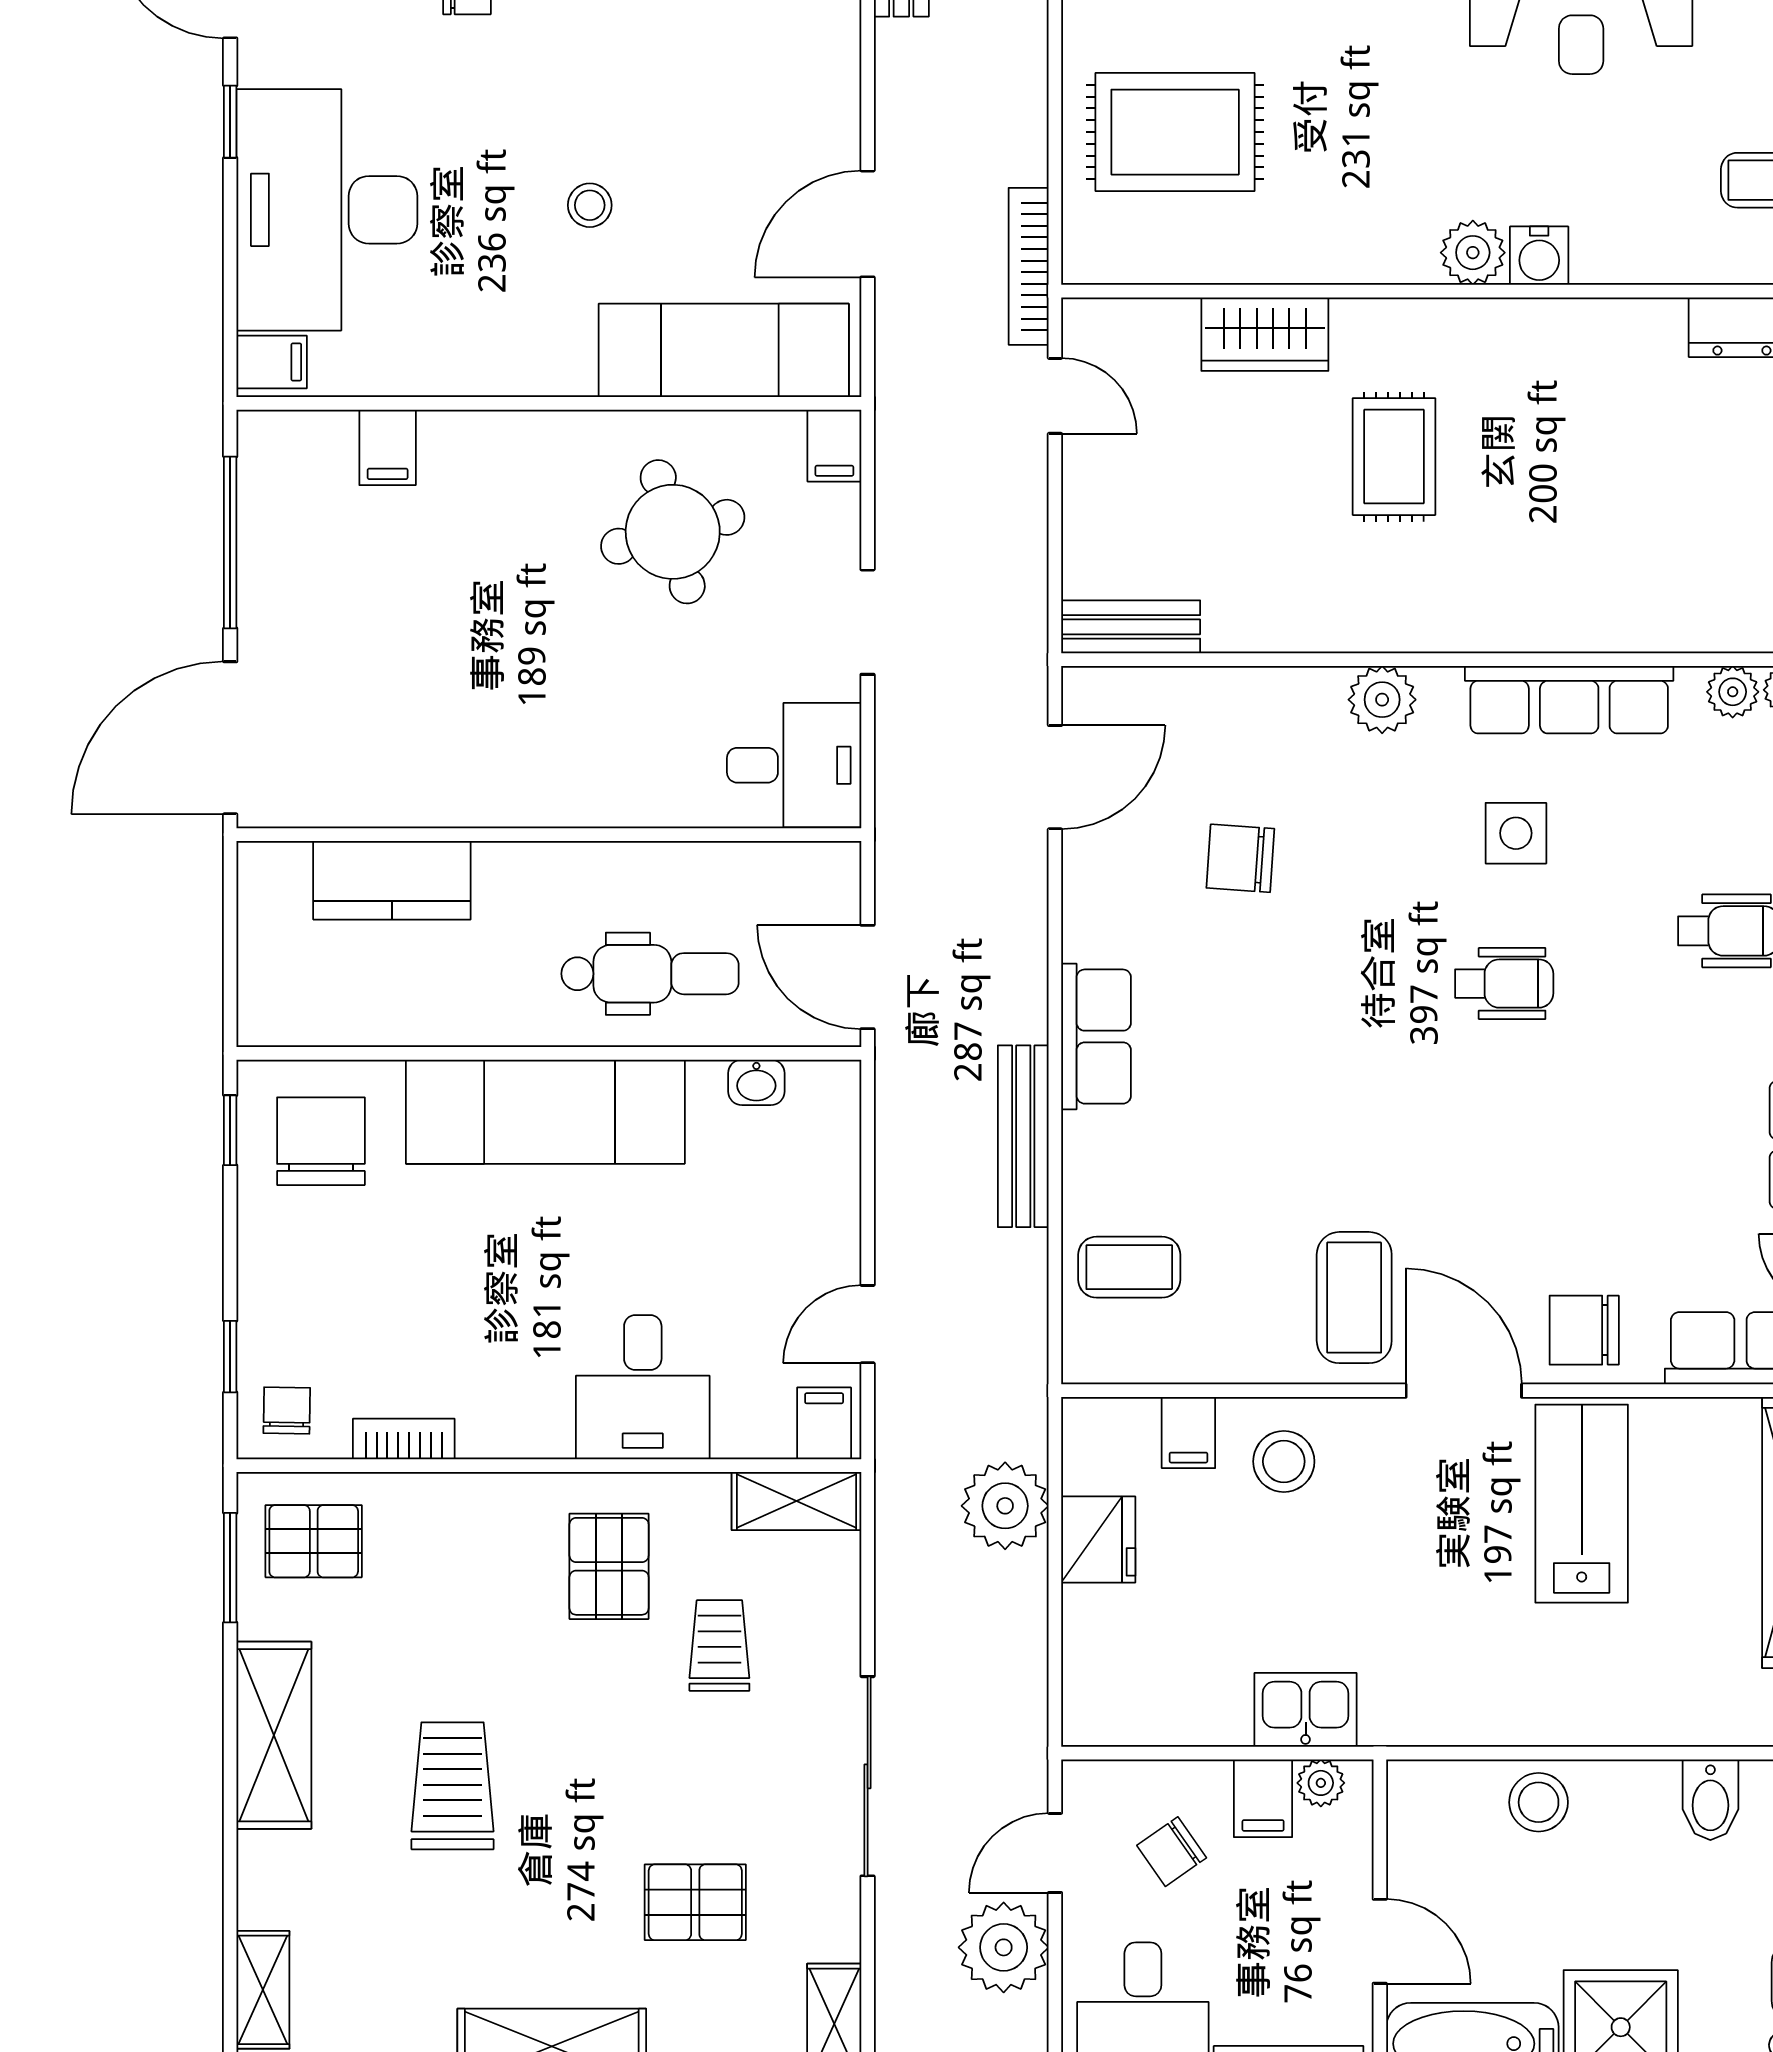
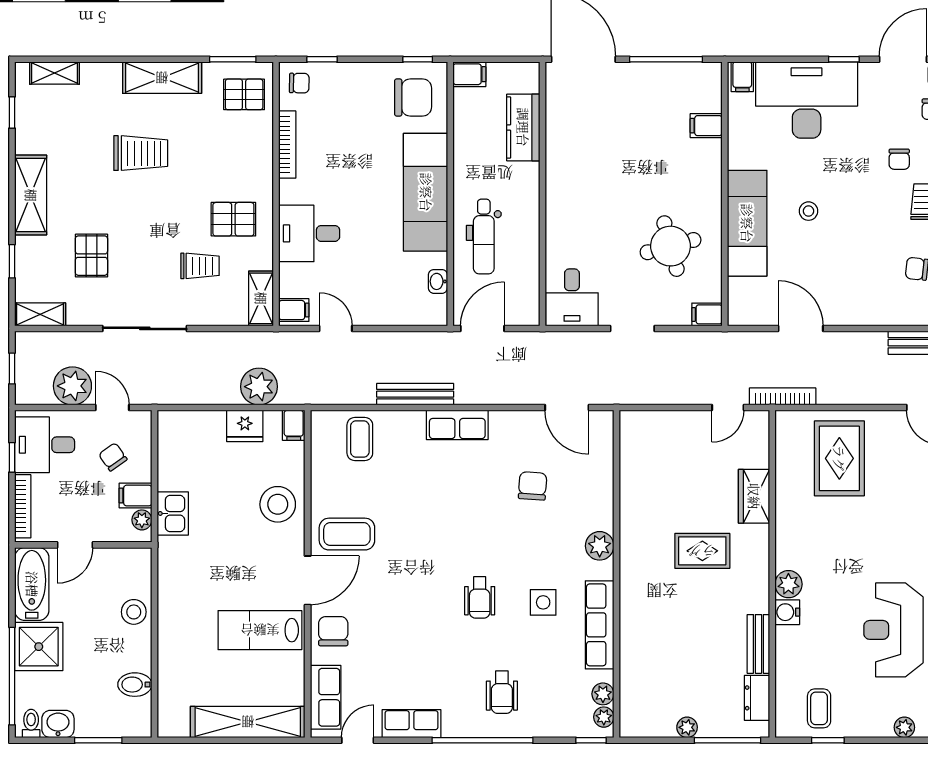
exam couch: (724, 350) -> (747, 223), moved
bench: (1131, 627) -> (758, 644), moved
filing cabinet: (266, 1008) -> (469, 74), added
filing cabinet: (1188, 1433) -> (294, 425), moved, turned -90
bookcase: (404, 1439) -> (287, 145), width x1.56
stool: (1284, 1461) -> (278, 504), width x1.38, depth x1.38
lab bench: (1582, 1504) -> (260, 630), turned 180
pallet: (314, 1541) -> (244, 94), turned 90

